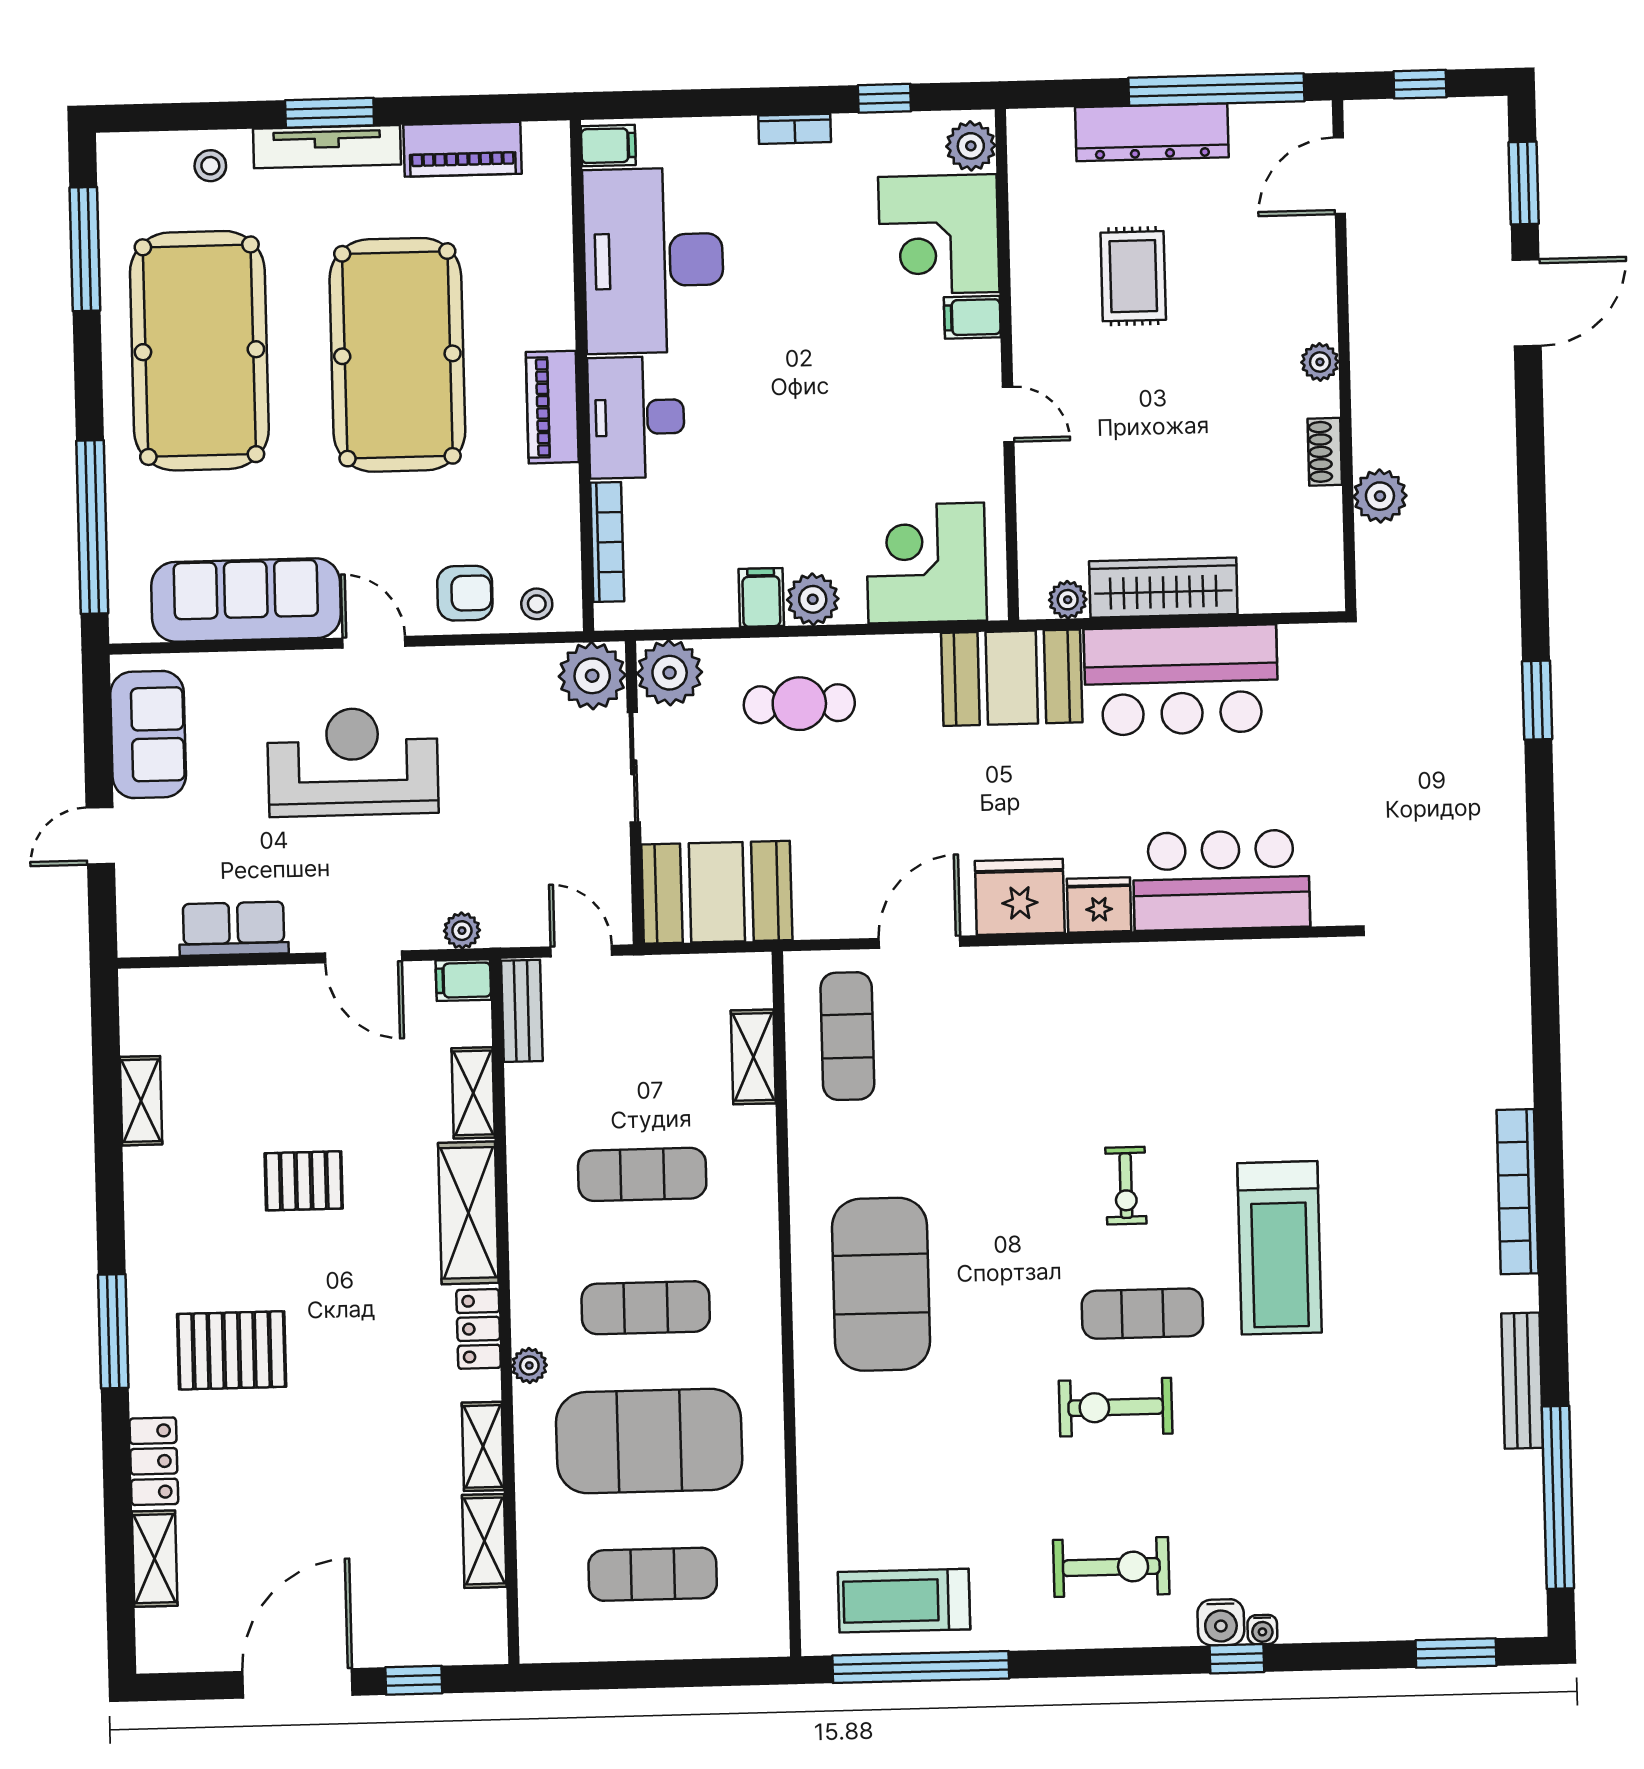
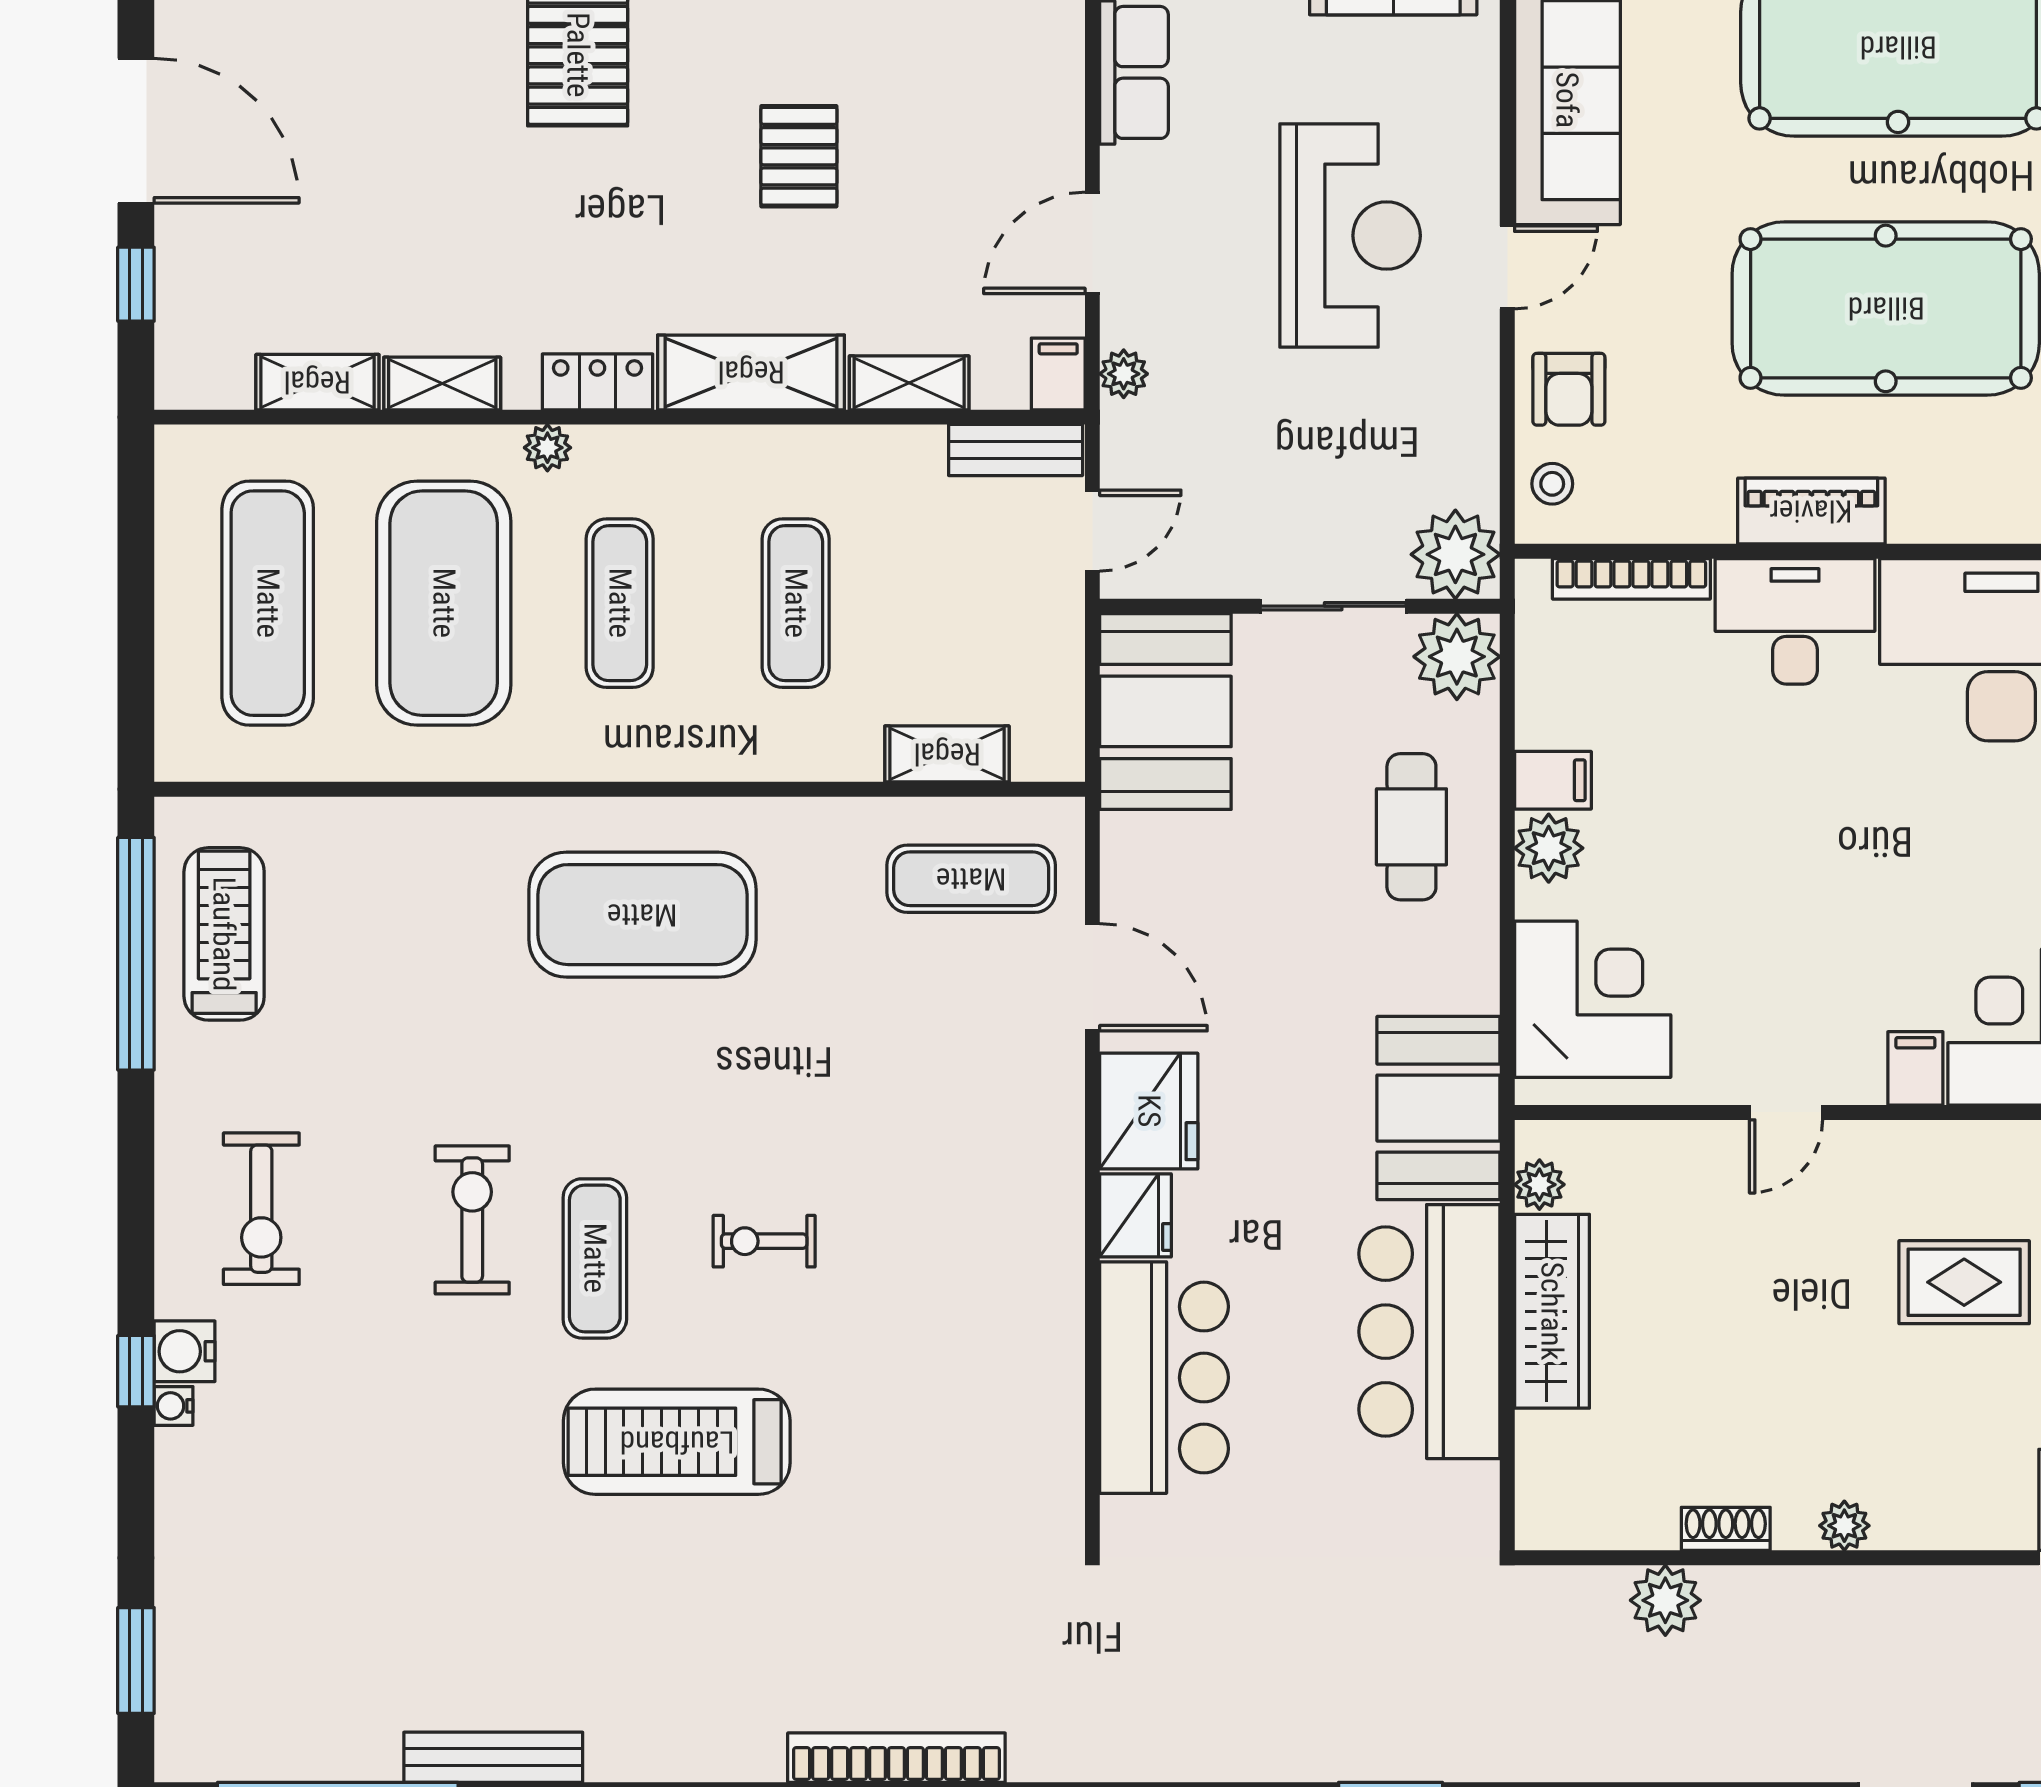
bookcase: (1517, 1192) -> (896, 1758), moved
exercise mat: (653, 1574) -> (268, 603), width x1.36, depth x1.45

